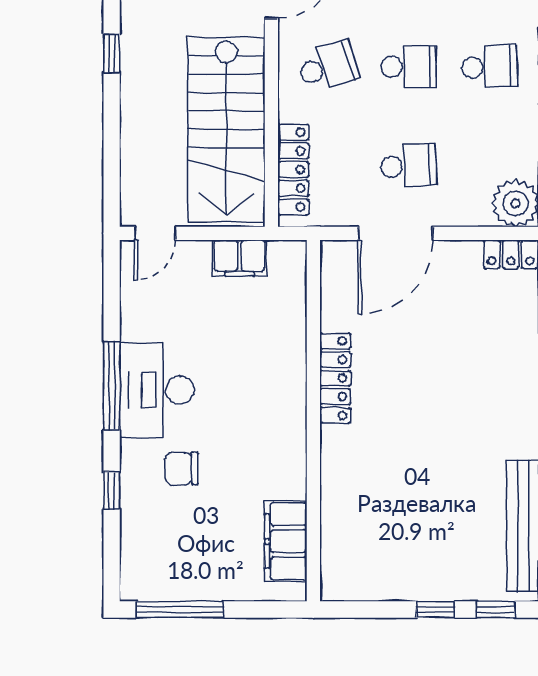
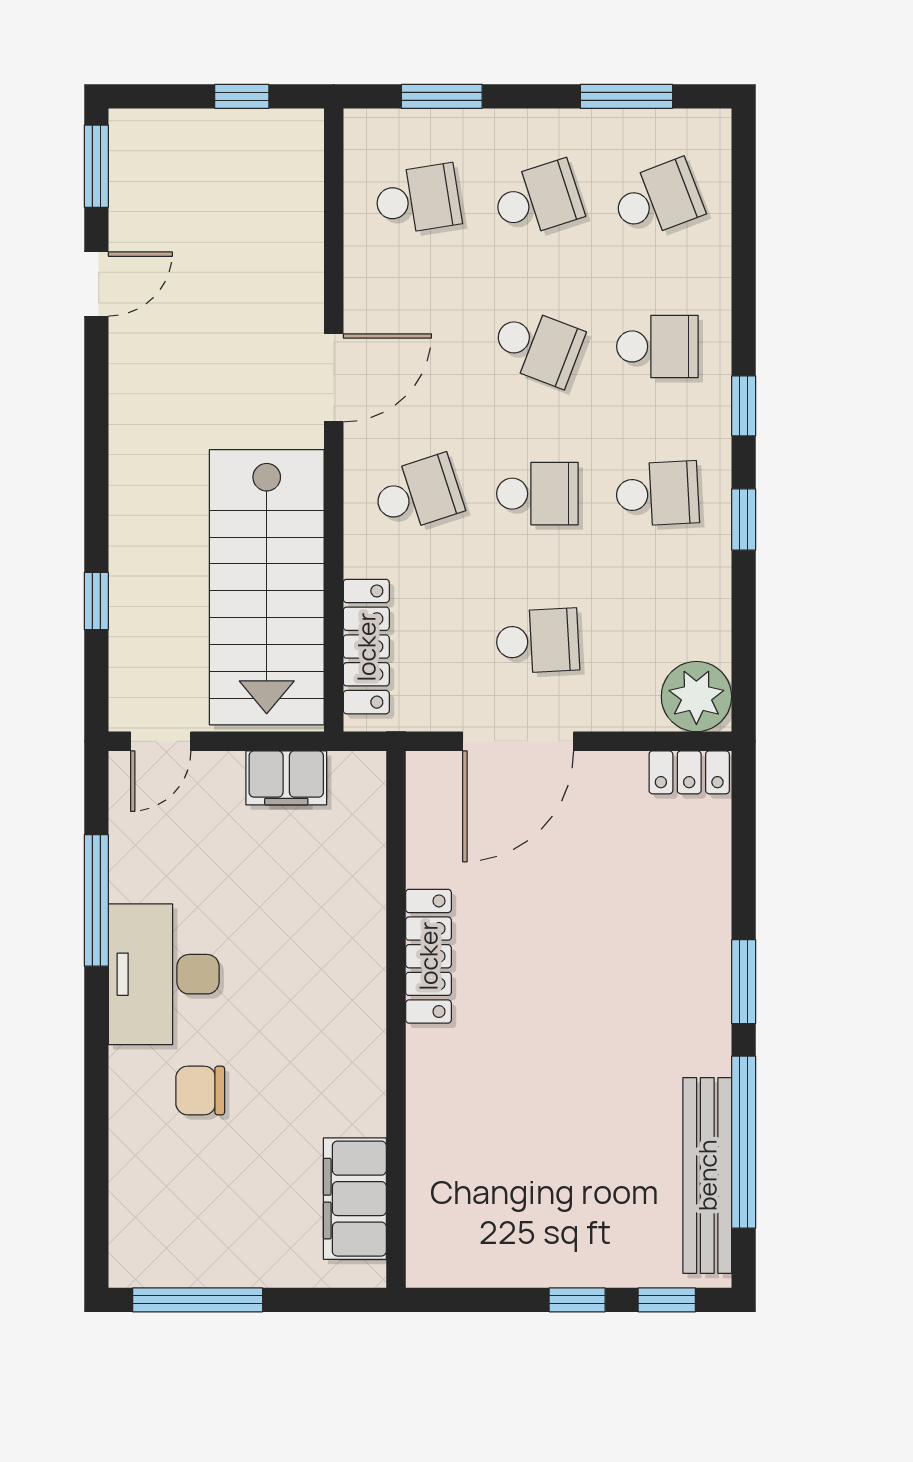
window: (112, 53) -> (96, 601), moved
window: (112, 386) -> (96, 900), moved
window: (112, 491) -> (96, 1123), removed

